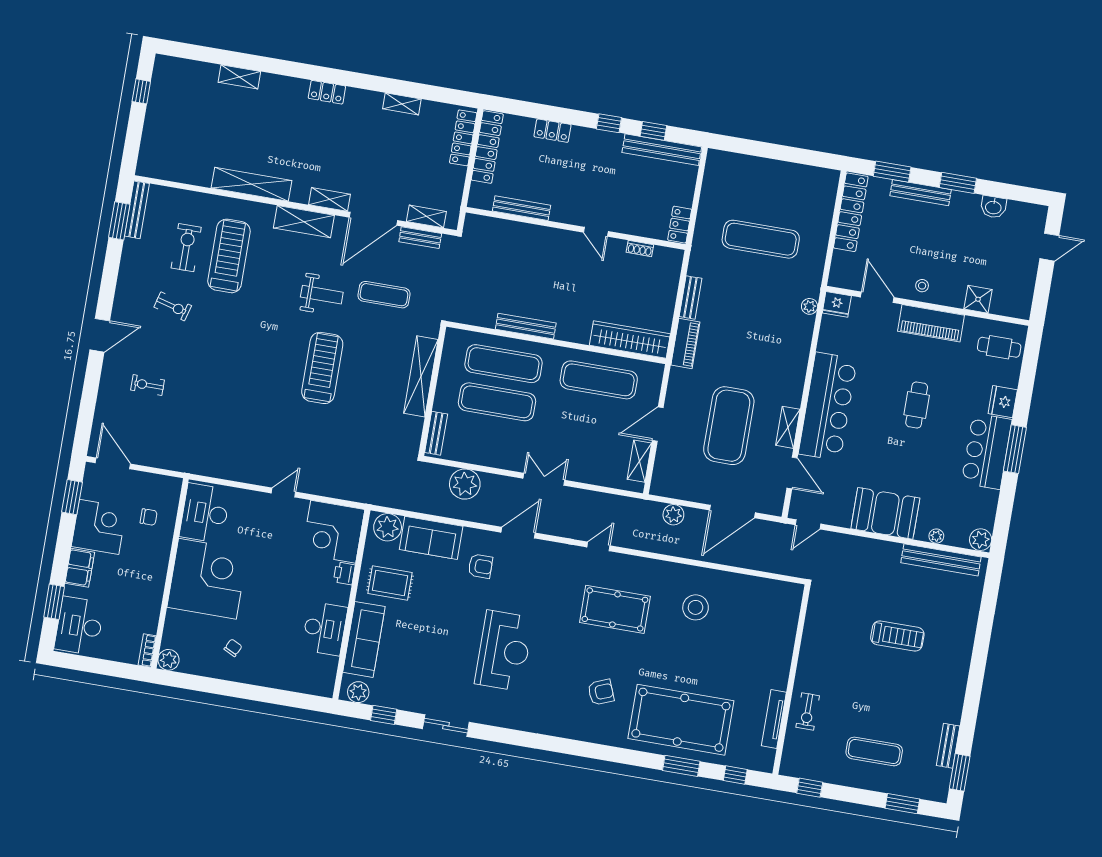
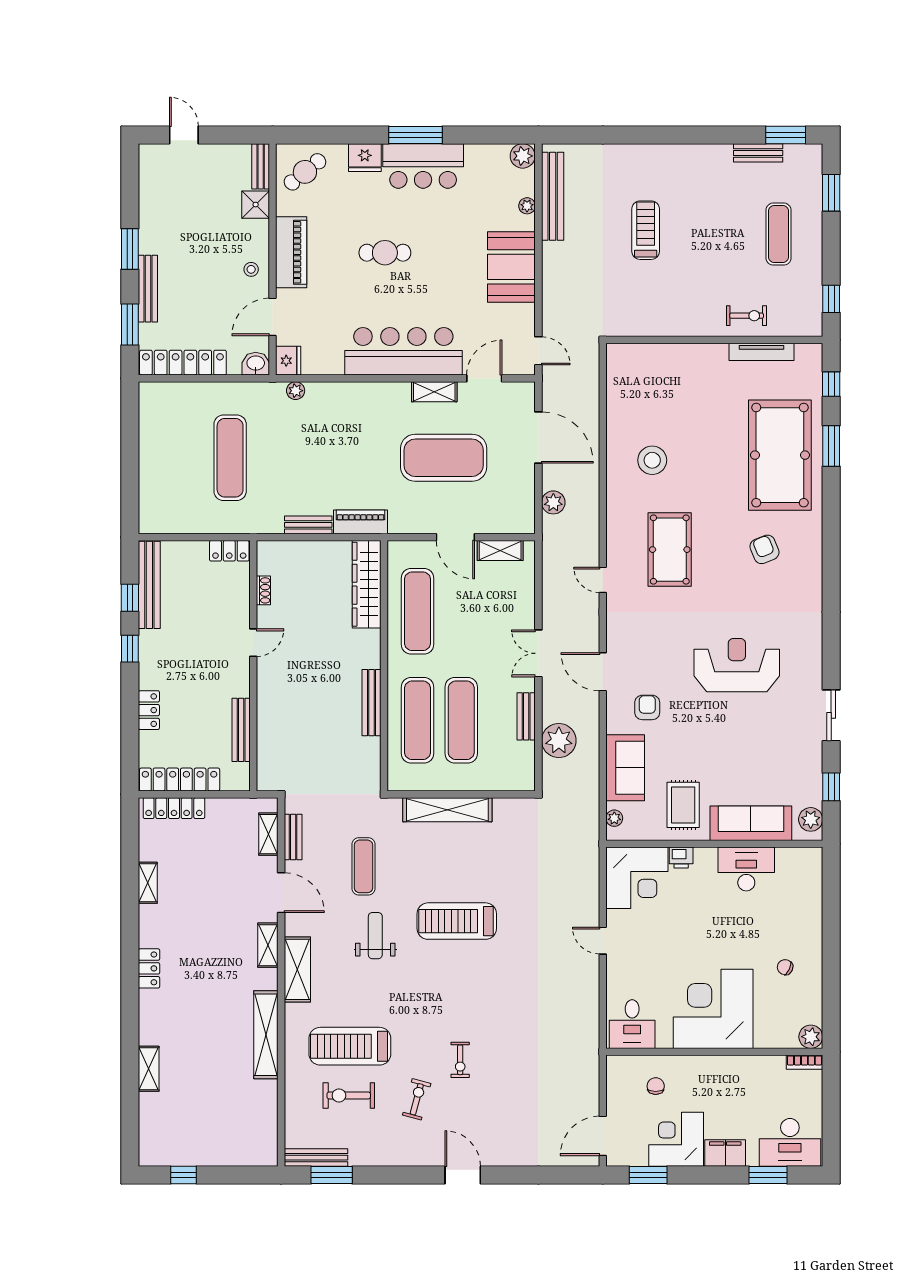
washbasin: (993, 207) -> (256, 364), moved, turned -90
door: (373, 219) -> (281, 893), width x0.73
bench: (1011, 309) -> (261, 166), added
cafe table: (999, 347) -> (305, 172), turned 51
exercise bike: (148, 385) -> (460, 1060), moved
bench: (436, 433) -> (526, 716), moved, turned 90
desk: (205, 513) -> (632, 1024), width x0.73
plant: (388, 527) -> (614, 818), width x0.53, depth x0.53

